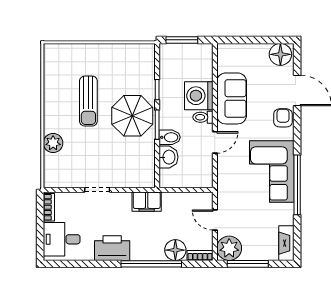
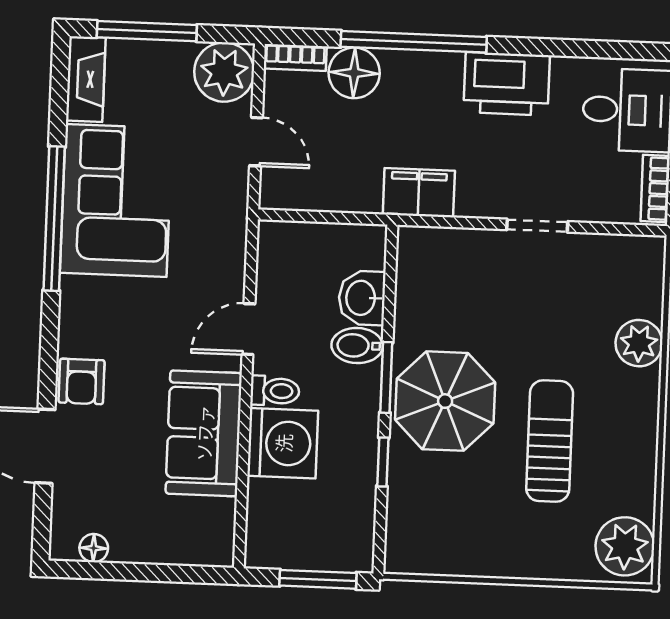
floor lamp: (280, 54) -> (94, 548), width x0.53, depth x0.53
plant: (56, 59) -> (625, 546), added
corner sofa: (272, 171) -> (116, 201), moved
window: (248, 264) -> (147, 31), moved

